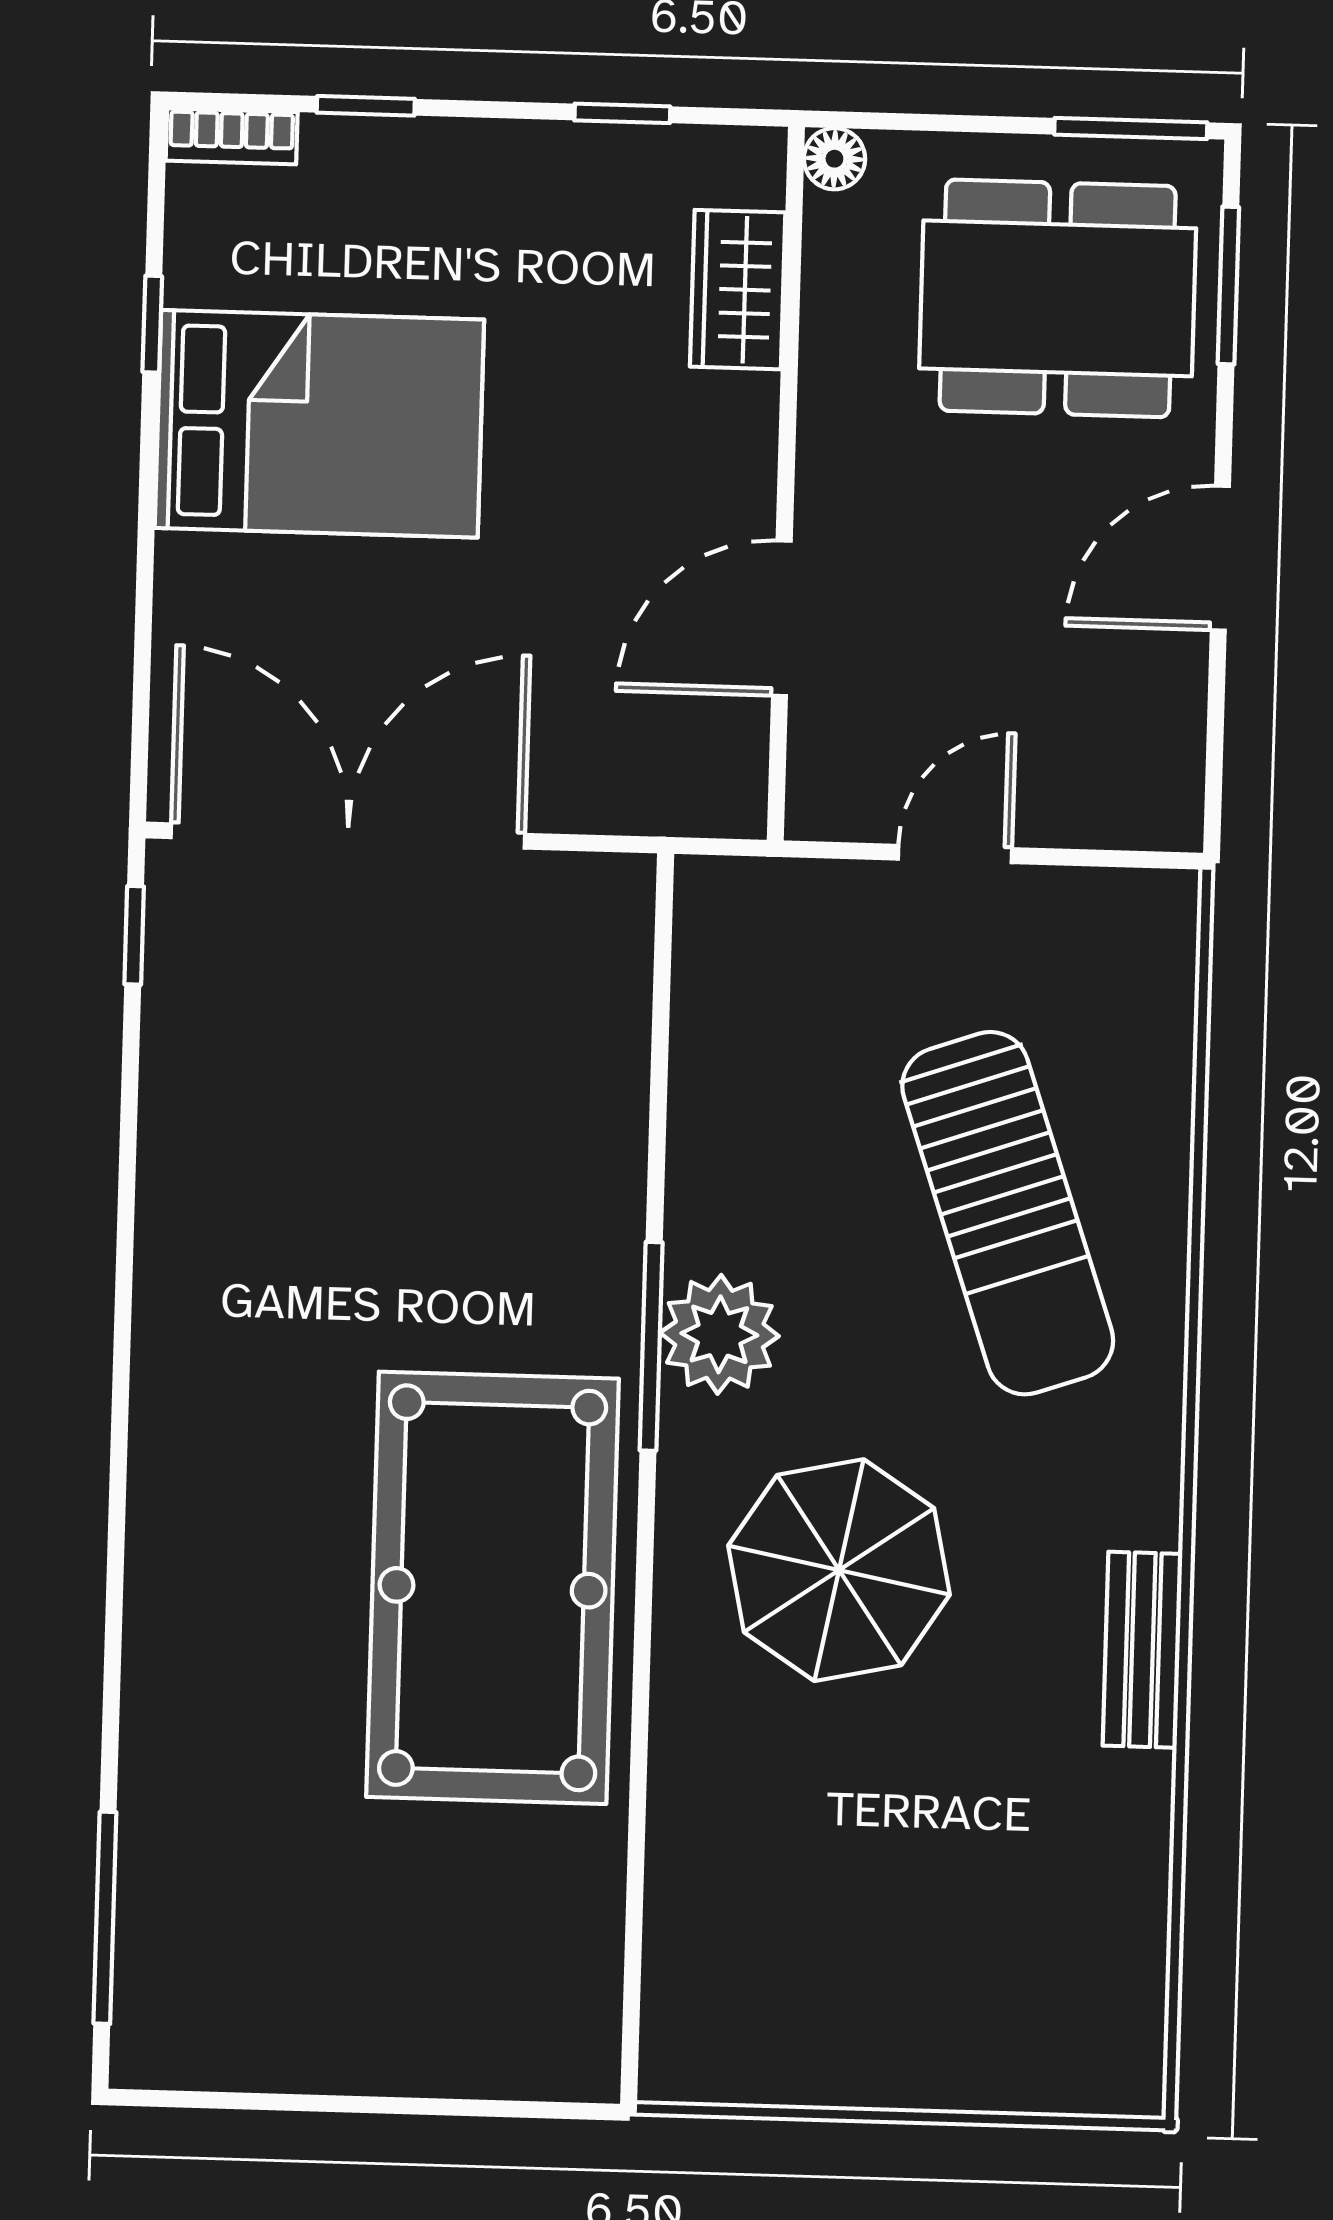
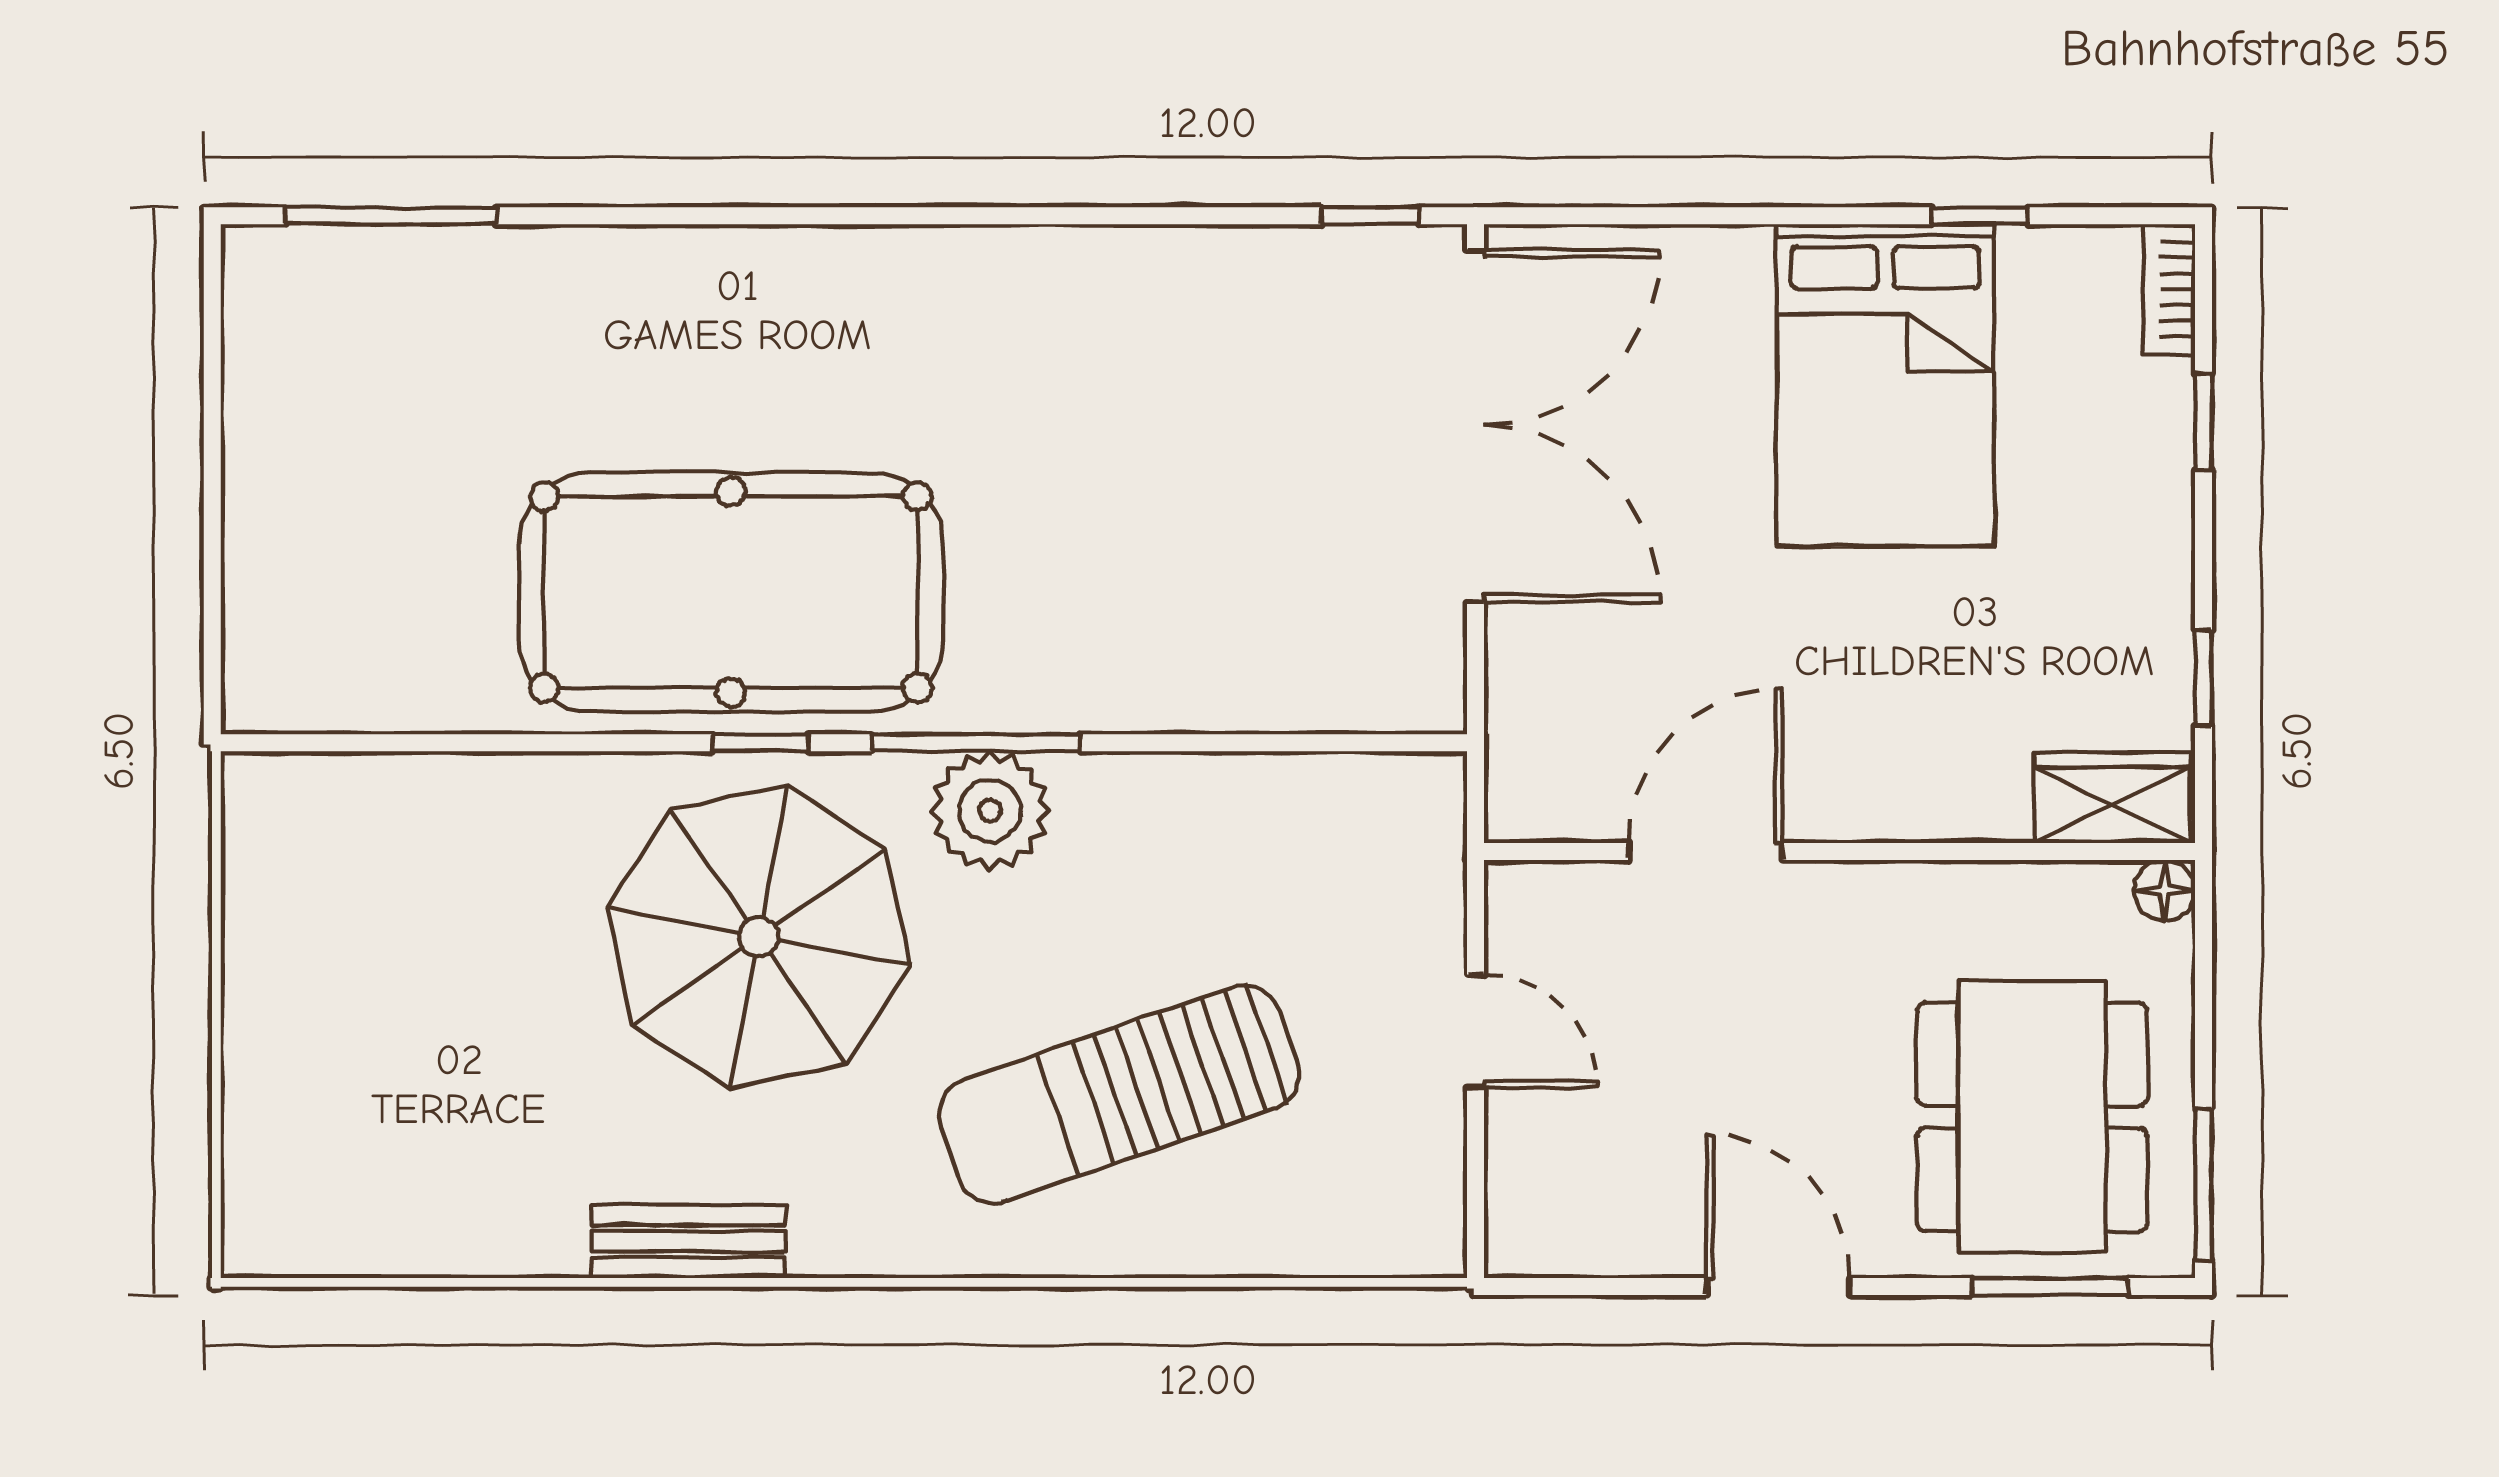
wardrobe: (738, 290) -> (2112, 798), moved
door: (782, 618) -> (1705, 852), hinge flipped
window: (645, 1563) -> (760, 743), added
parasol: (839, 1570) -> (759, 937), width x1.36, depth x1.36

